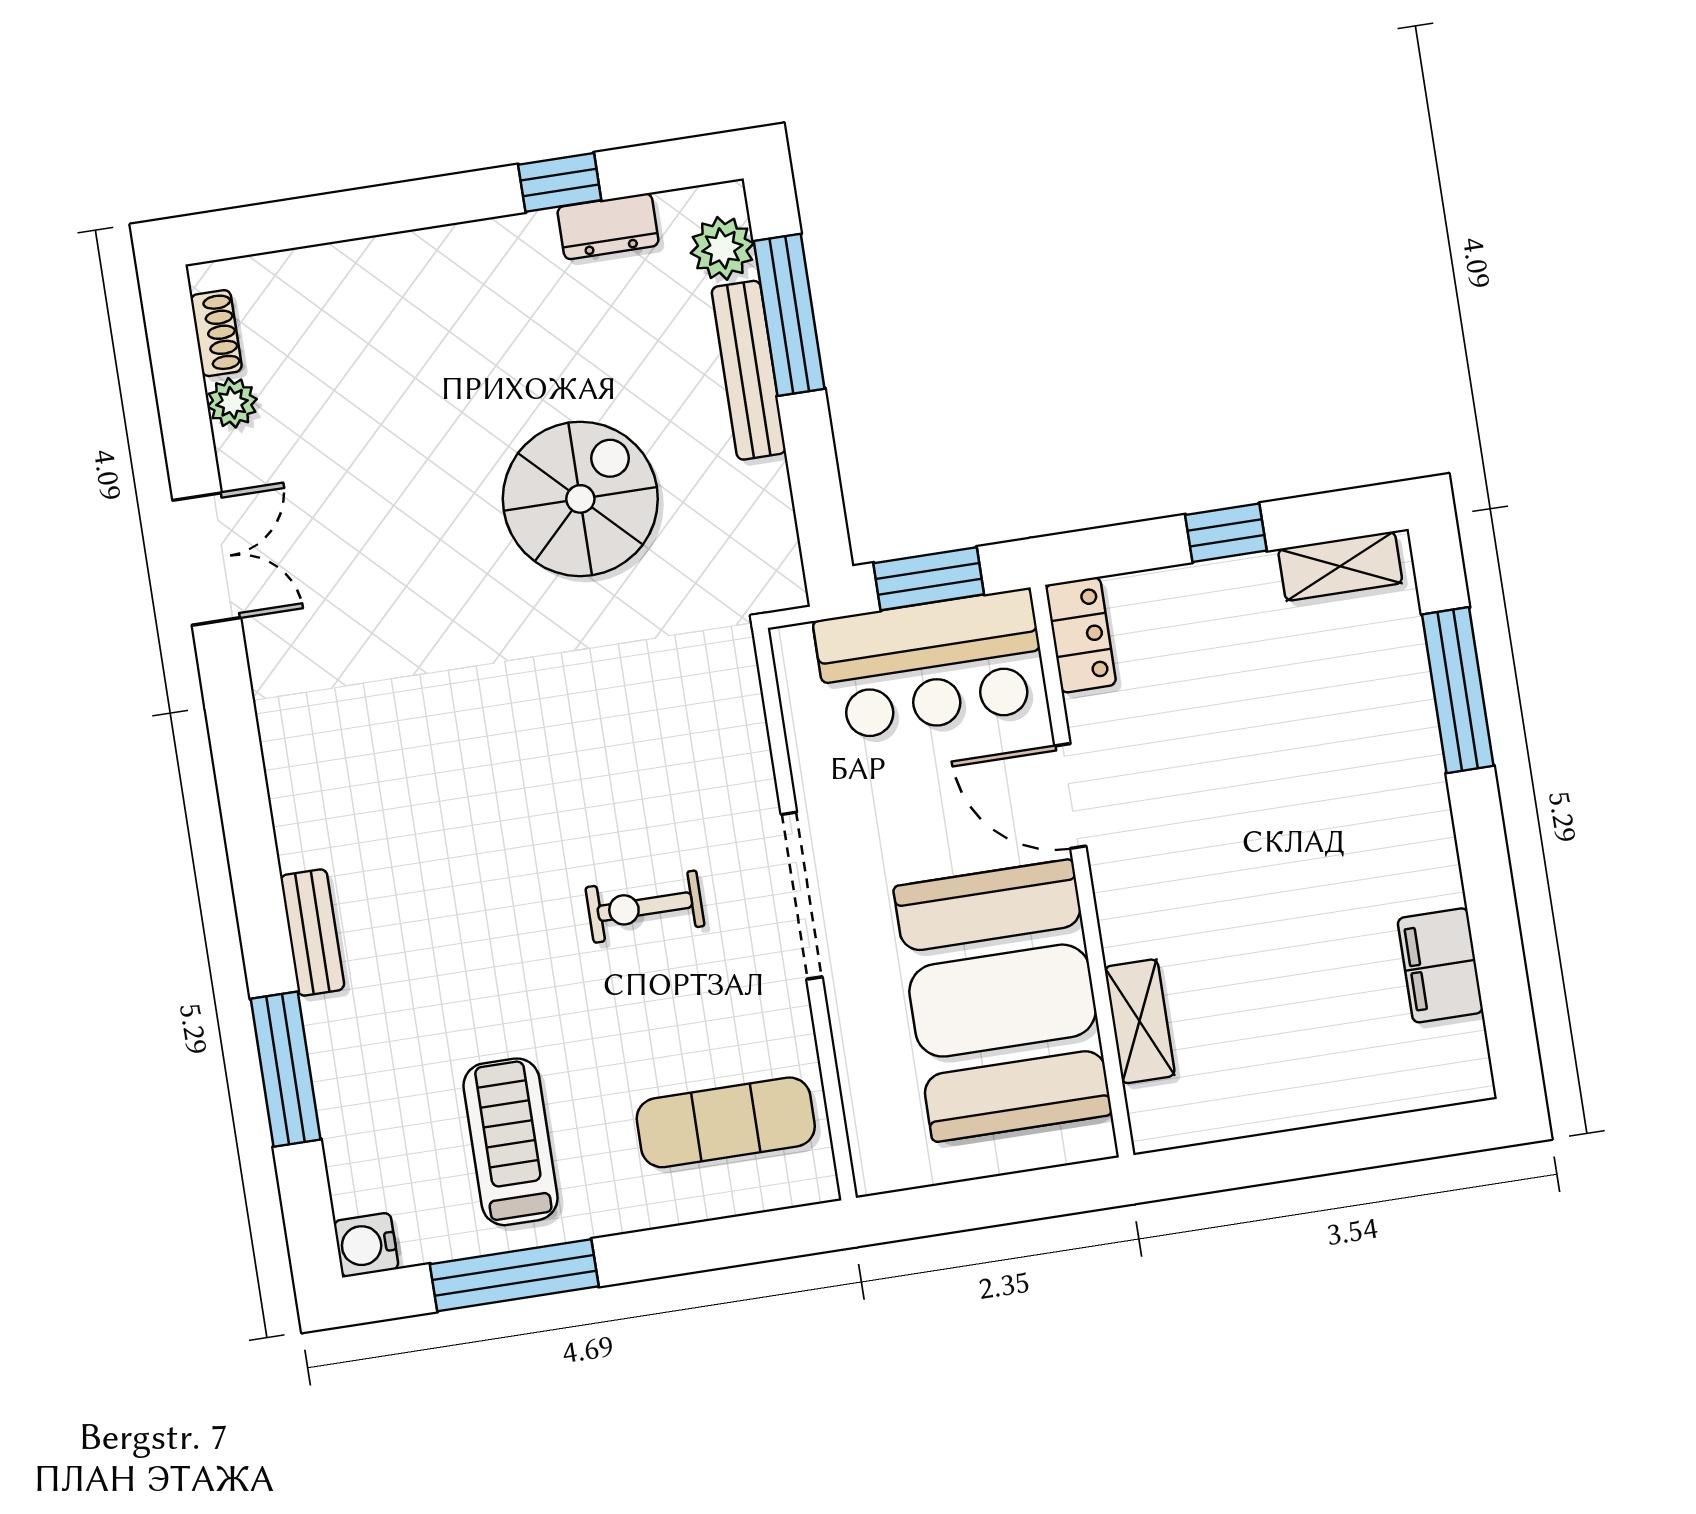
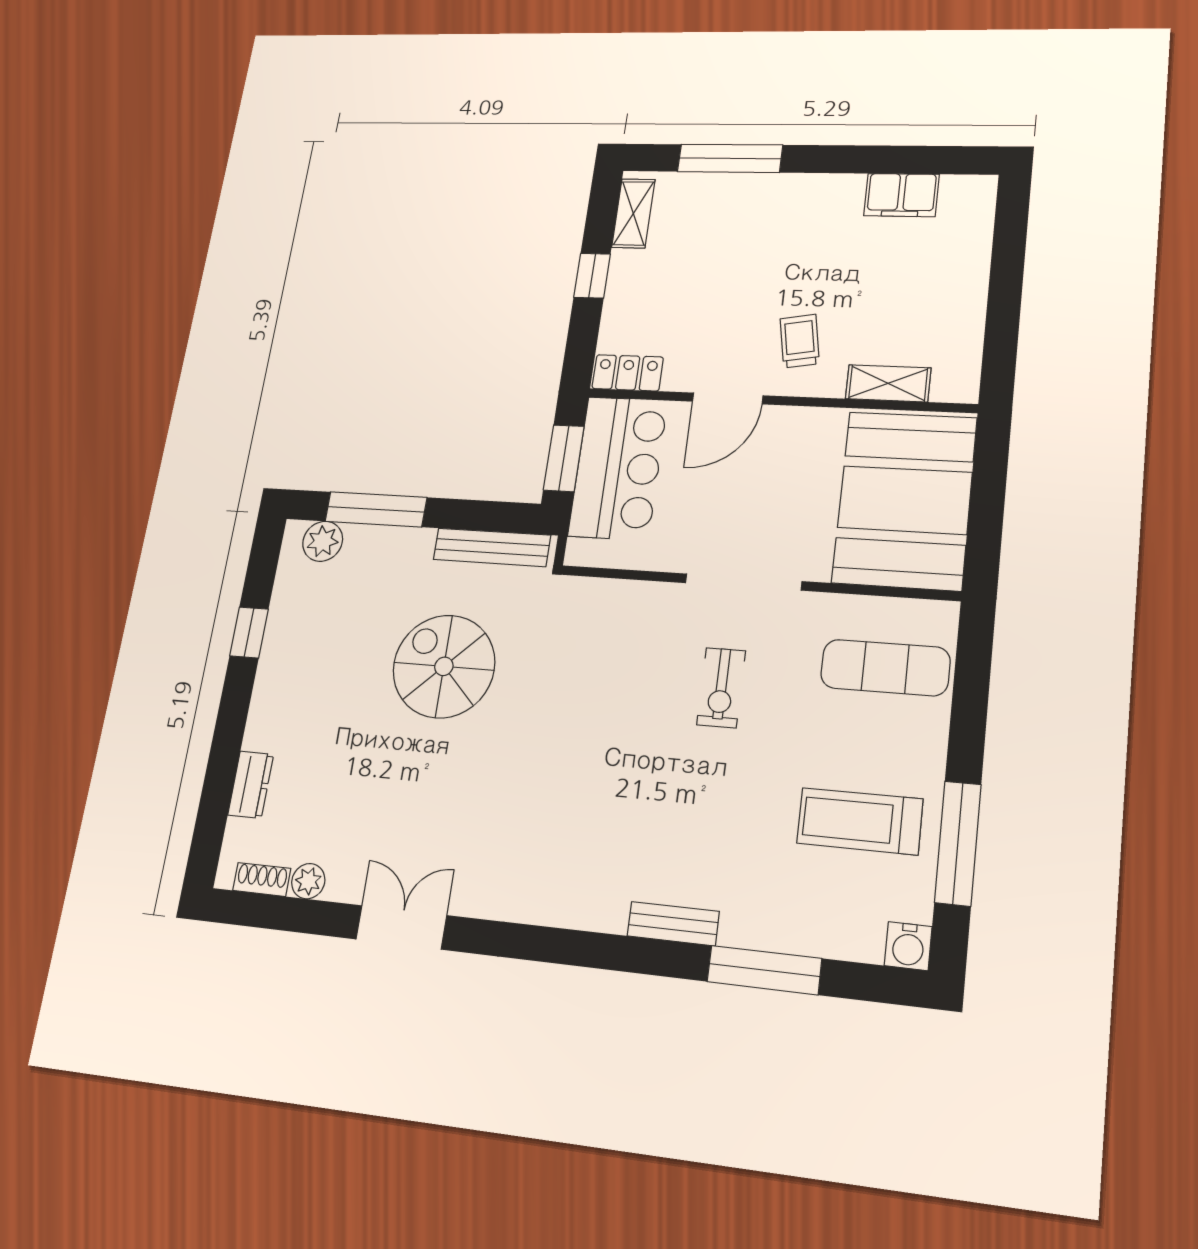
dresser: (608, 226) -> (251, 785), moved
bench: (749, 370) -> (492, 547), moved
trolley: (1180, 877) -> (800, 341), added
booth: (1003, 1001) -> (905, 500), moved, turned 90
exercise mat: (726, 1122) -> (885, 668), turned 90

